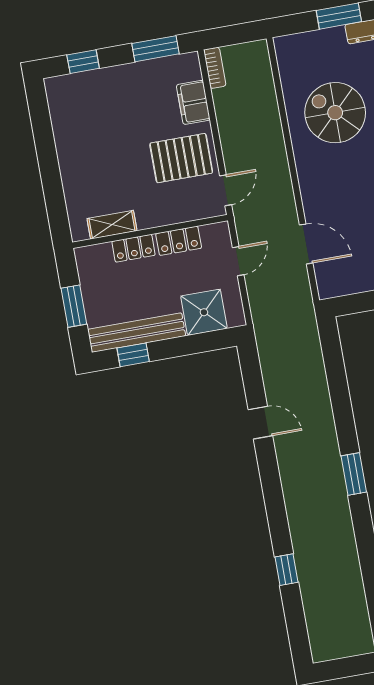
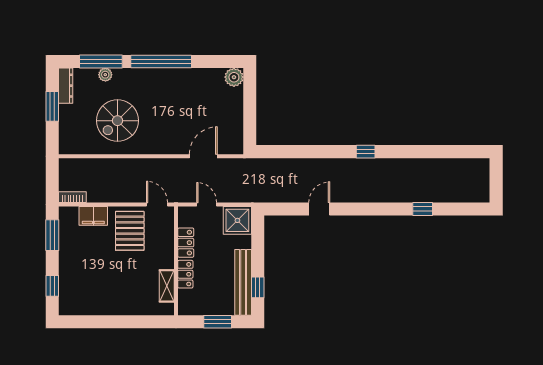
shower: (204, 312) -> (237, 220), moved
window: (354, 474) -> (366, 152), width x0.67

